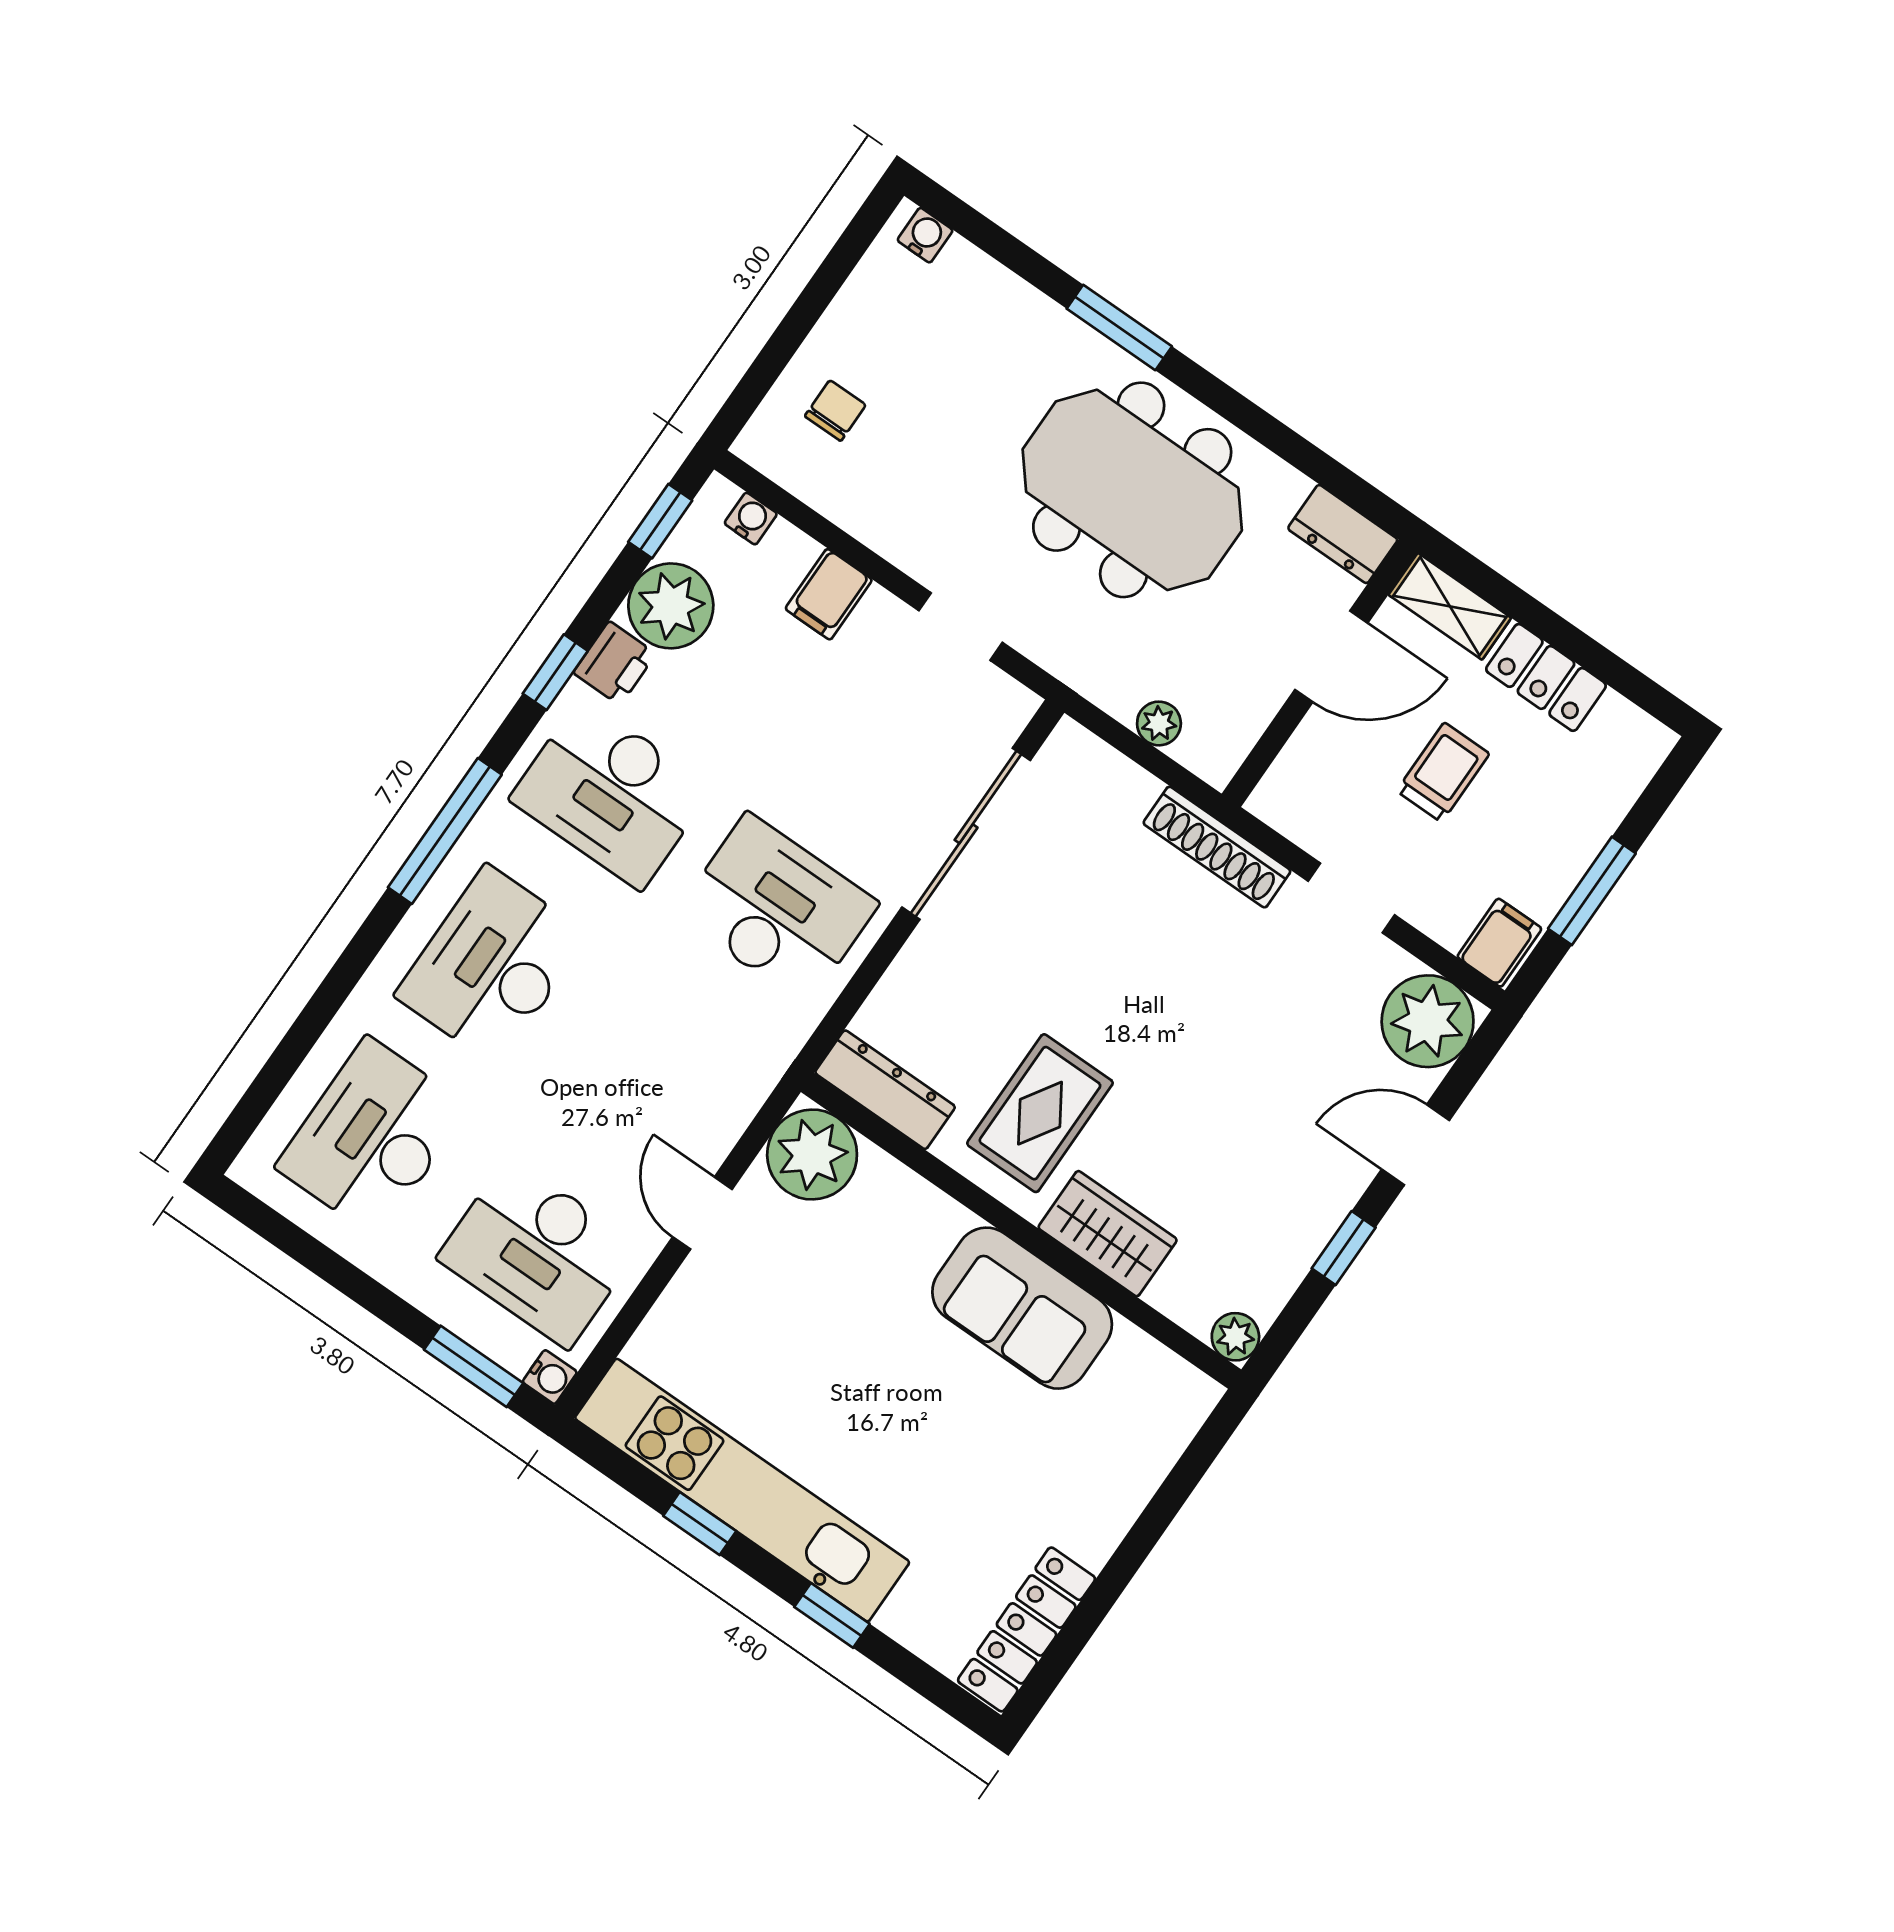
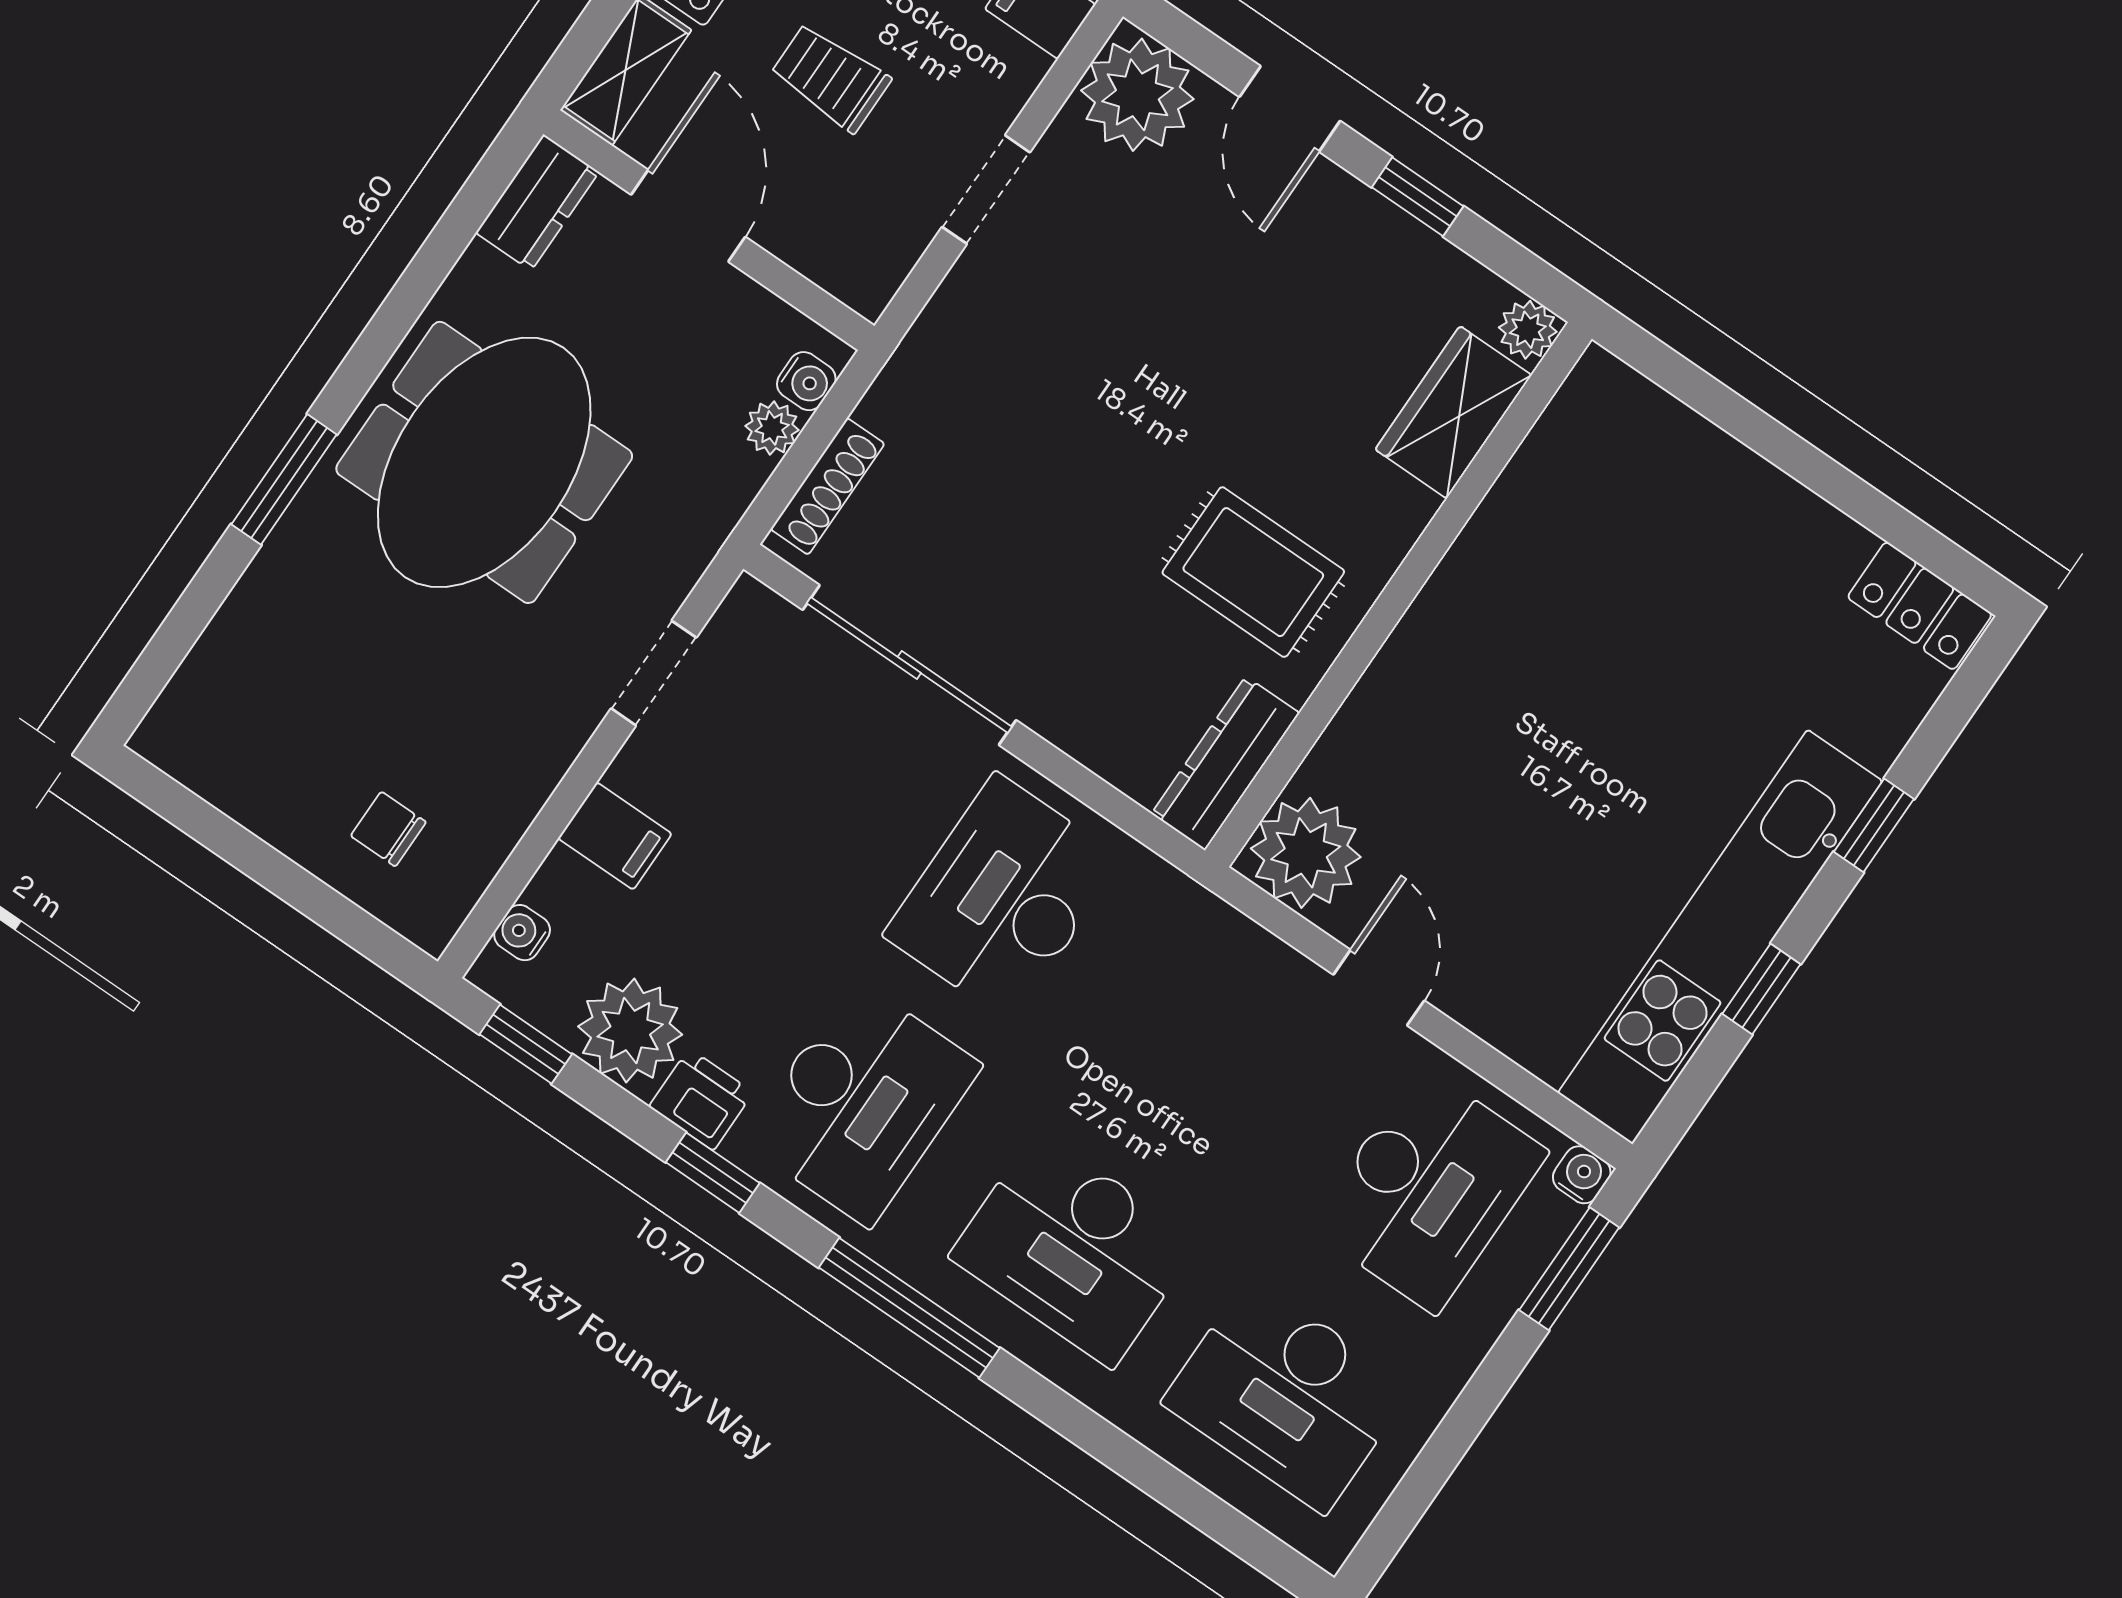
water cooler: (925, 235) -> (806, 381), moved, turned 180
shoe rack: (1217, 847) -> (828, 486), moved, width x0.74, depth x0.81
door: (702, 1213) -> (1379, 988), swing flipped
wardrobe: (1108, 1234) -> (1453, 412), moved
sofa: (1022, 1308) -> (1494, 593), removed
locker: (1027, 1629) -> (1920, 606), width x0.66

